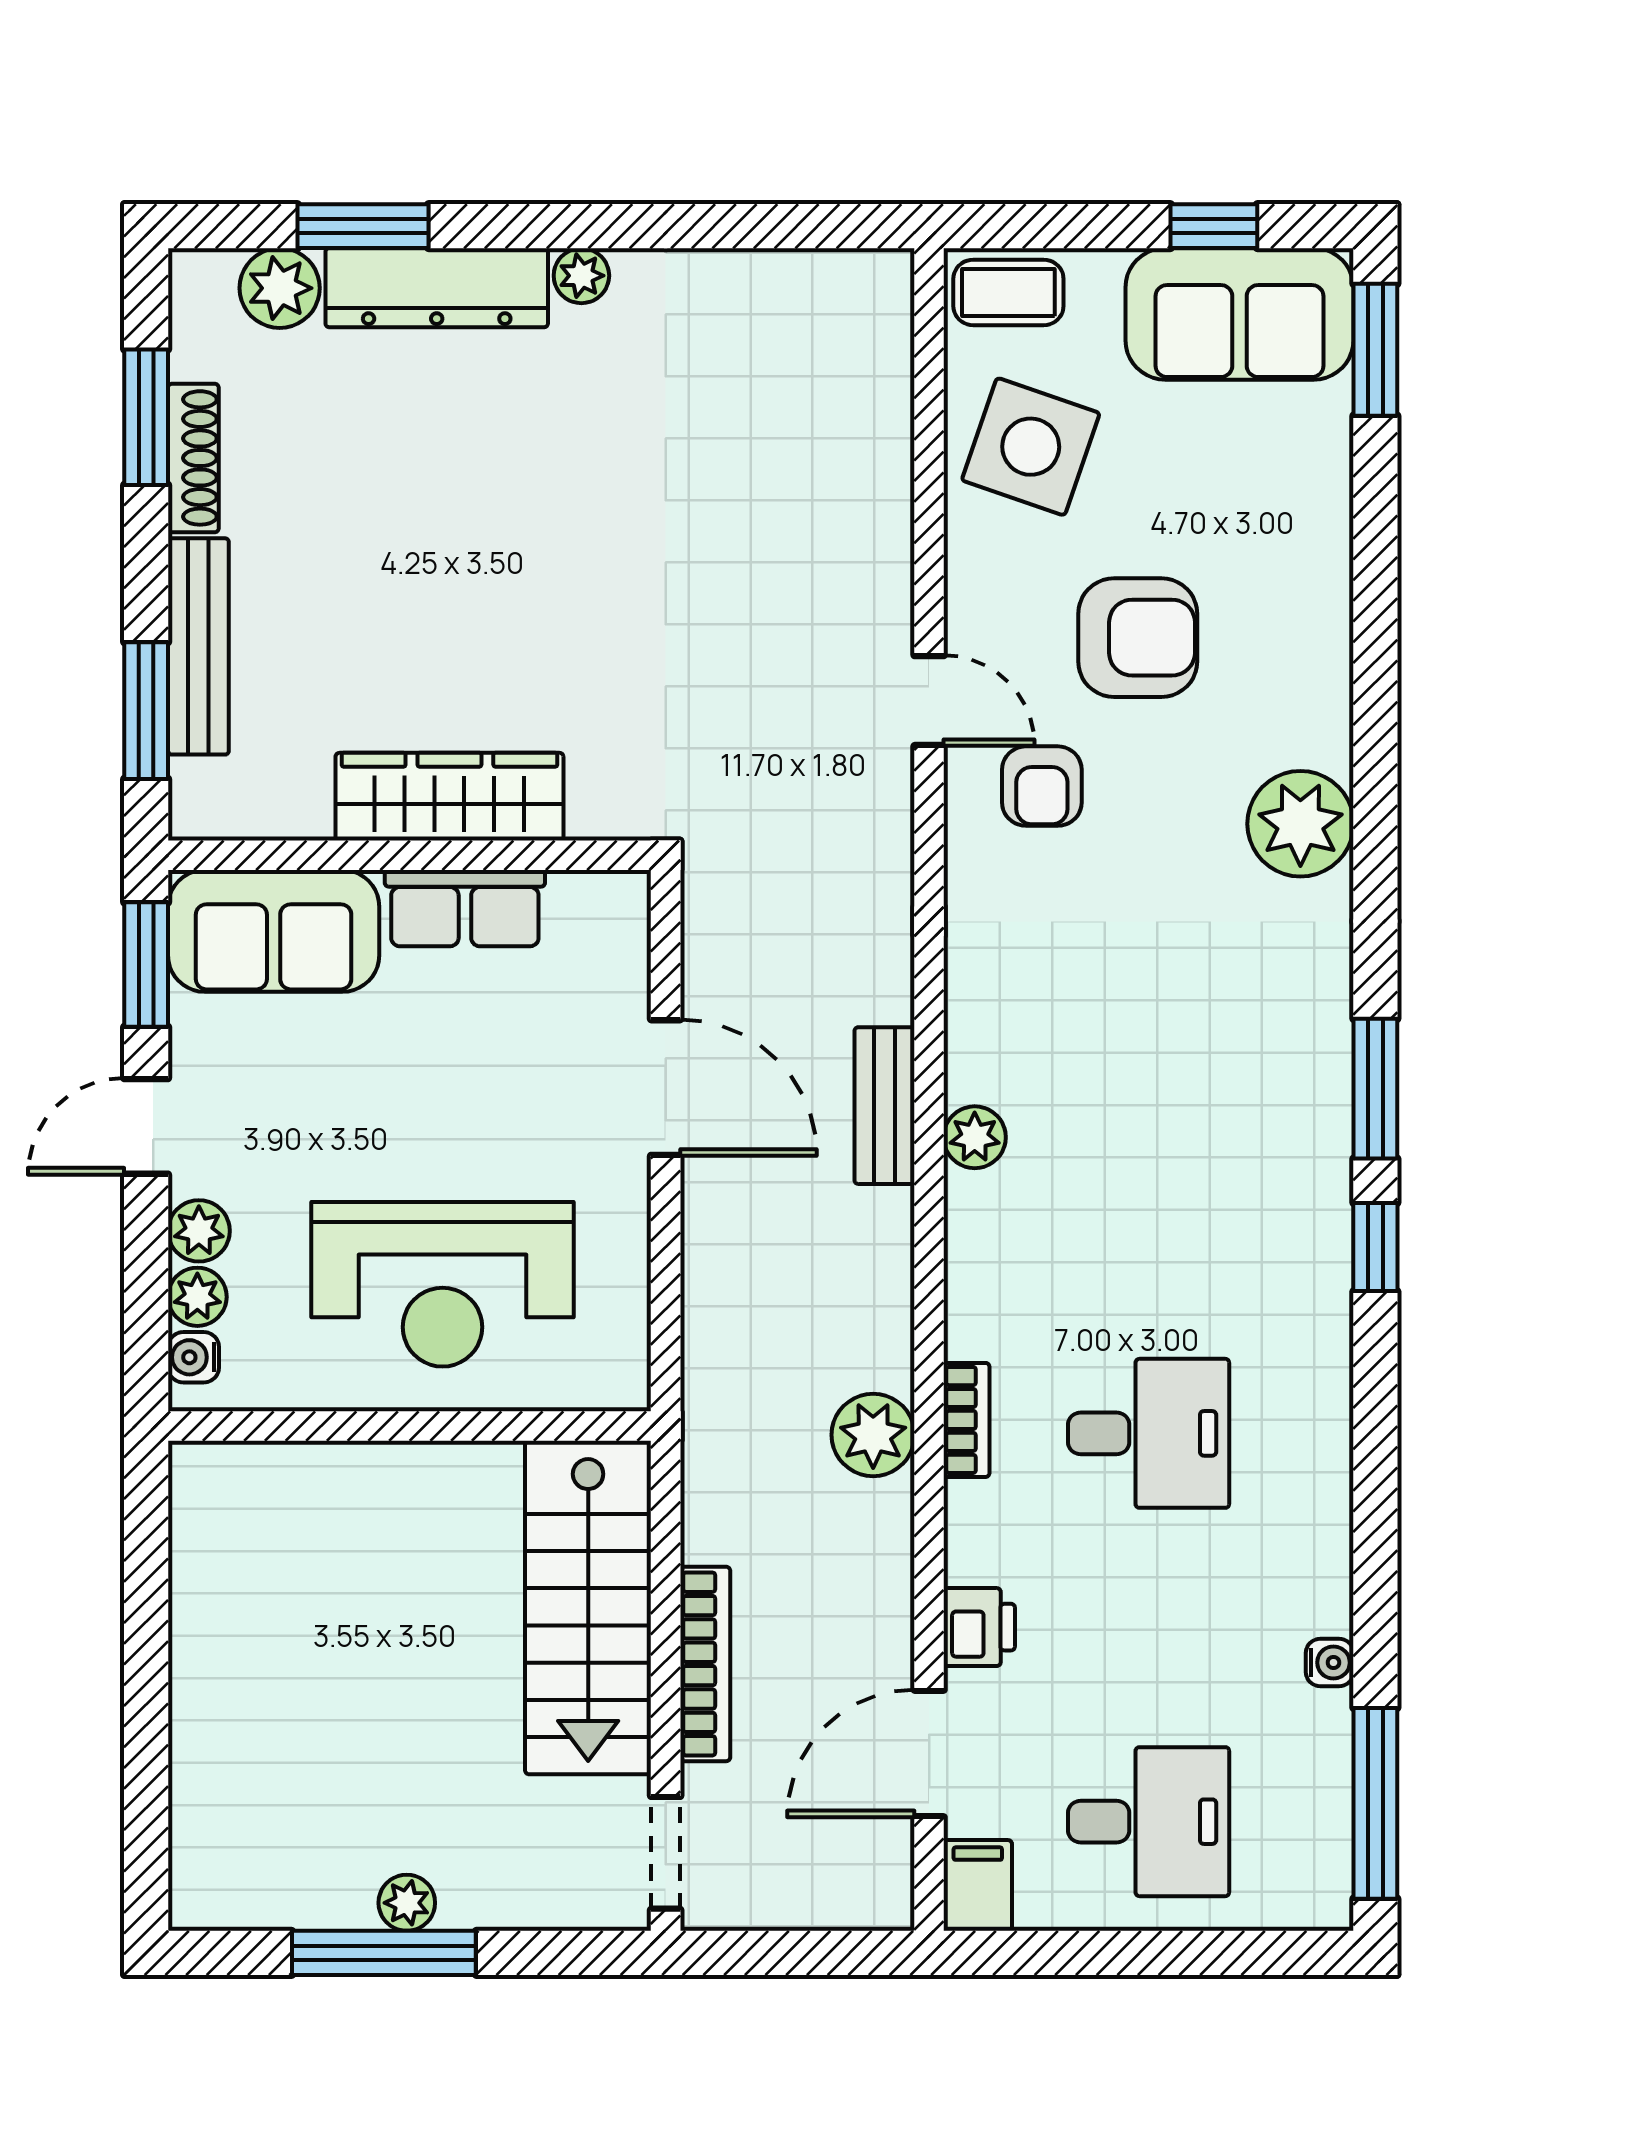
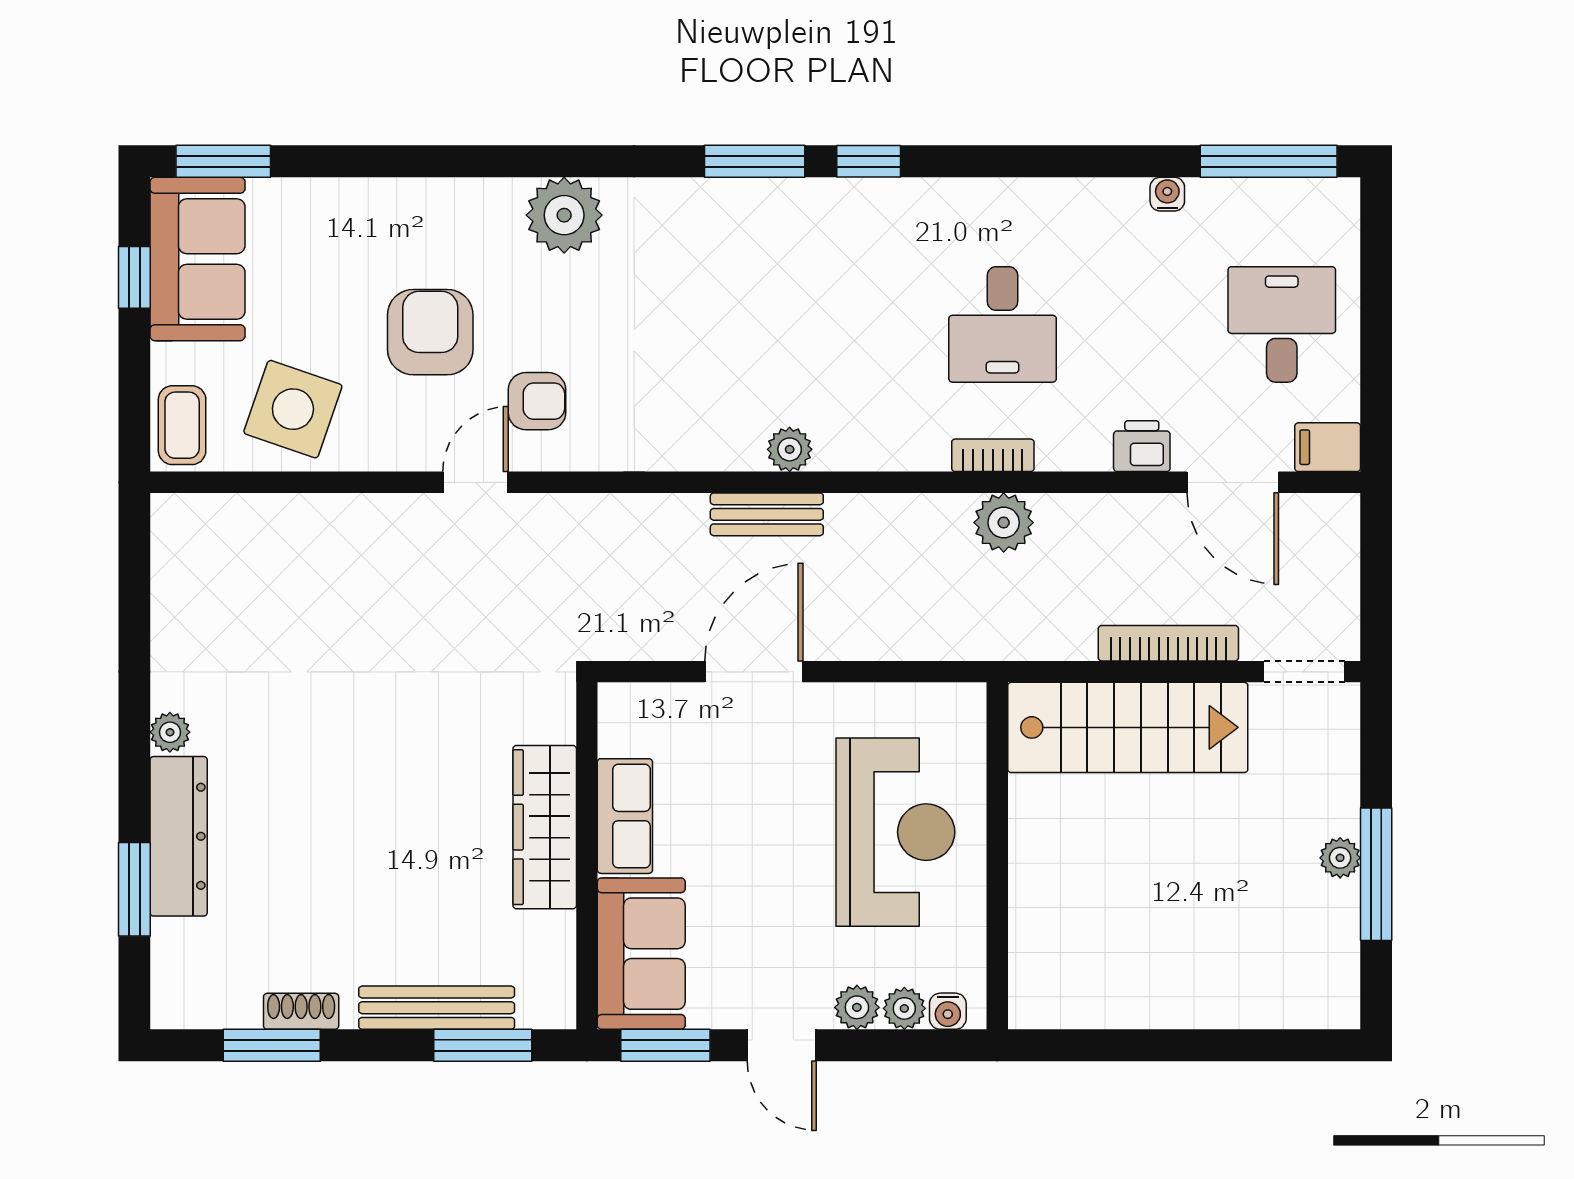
plant: (280, 288) -> (179, 949), removed
shoe rack: (193, 458) -> (301, 1011), width x0.70
desk: (1149, 1433) -> (1003, 324), turned 180

